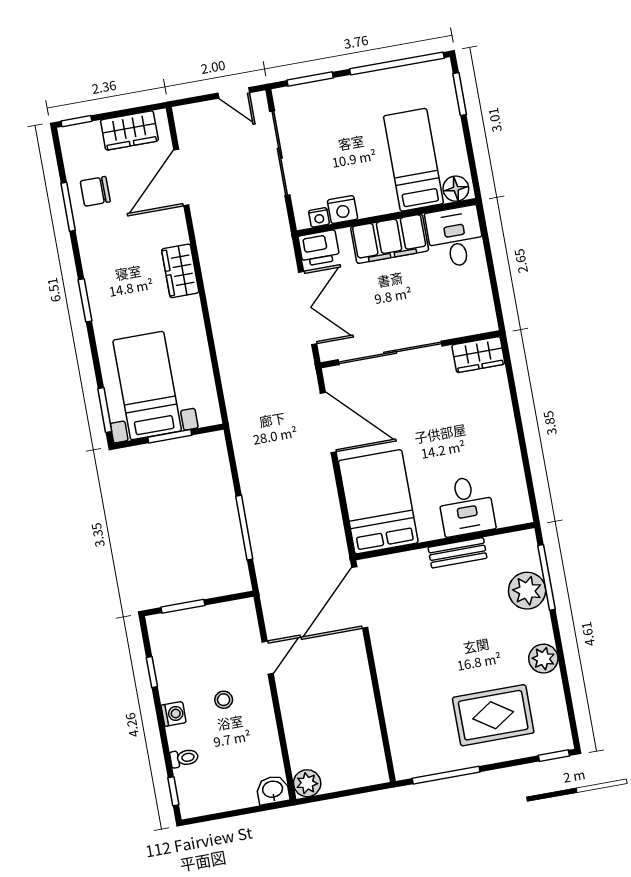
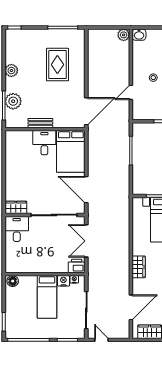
bed: (413, 160) -> (47, 297), moved
desk: (455, 237) -> (17, 229), moved, turned 180
filing cabinet: (390, 239) -> (45, 264), removed
desk: (466, 506) -> (44, 143), moved
rug: (493, 715) -> (57, 65), moved, turned 90

